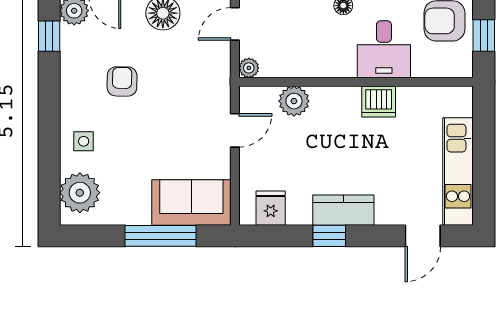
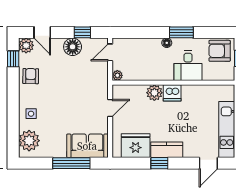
armchair: (122, 81) -> (31, 76), moved
plant: (294, 101) -> (154, 93), moved
dishwasher: (379, 101) -> (172, 93), moved
fridge: (271, 208) -> (136, 146), width x1.88, depth x1.34

